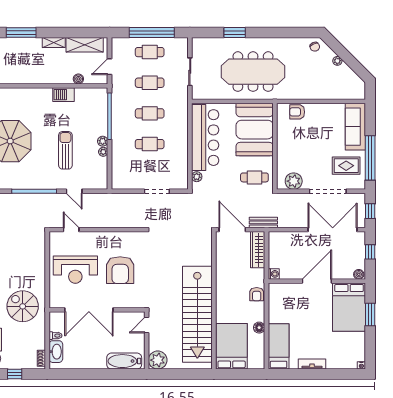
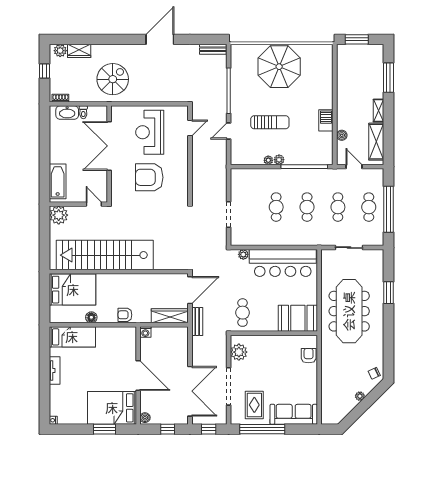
booth: (255, 130) -> (298, 318), width x0.73, depth x0.70

